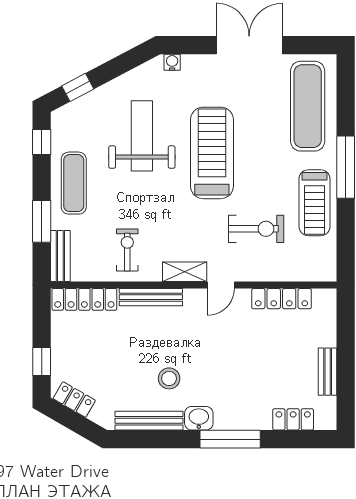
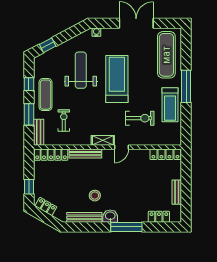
window: (42, 142) -> (29, 84), moved
exercise bike: (127, 250) -> (64, 121), moved
locker: (281, 299) -> (165, 154), moved

